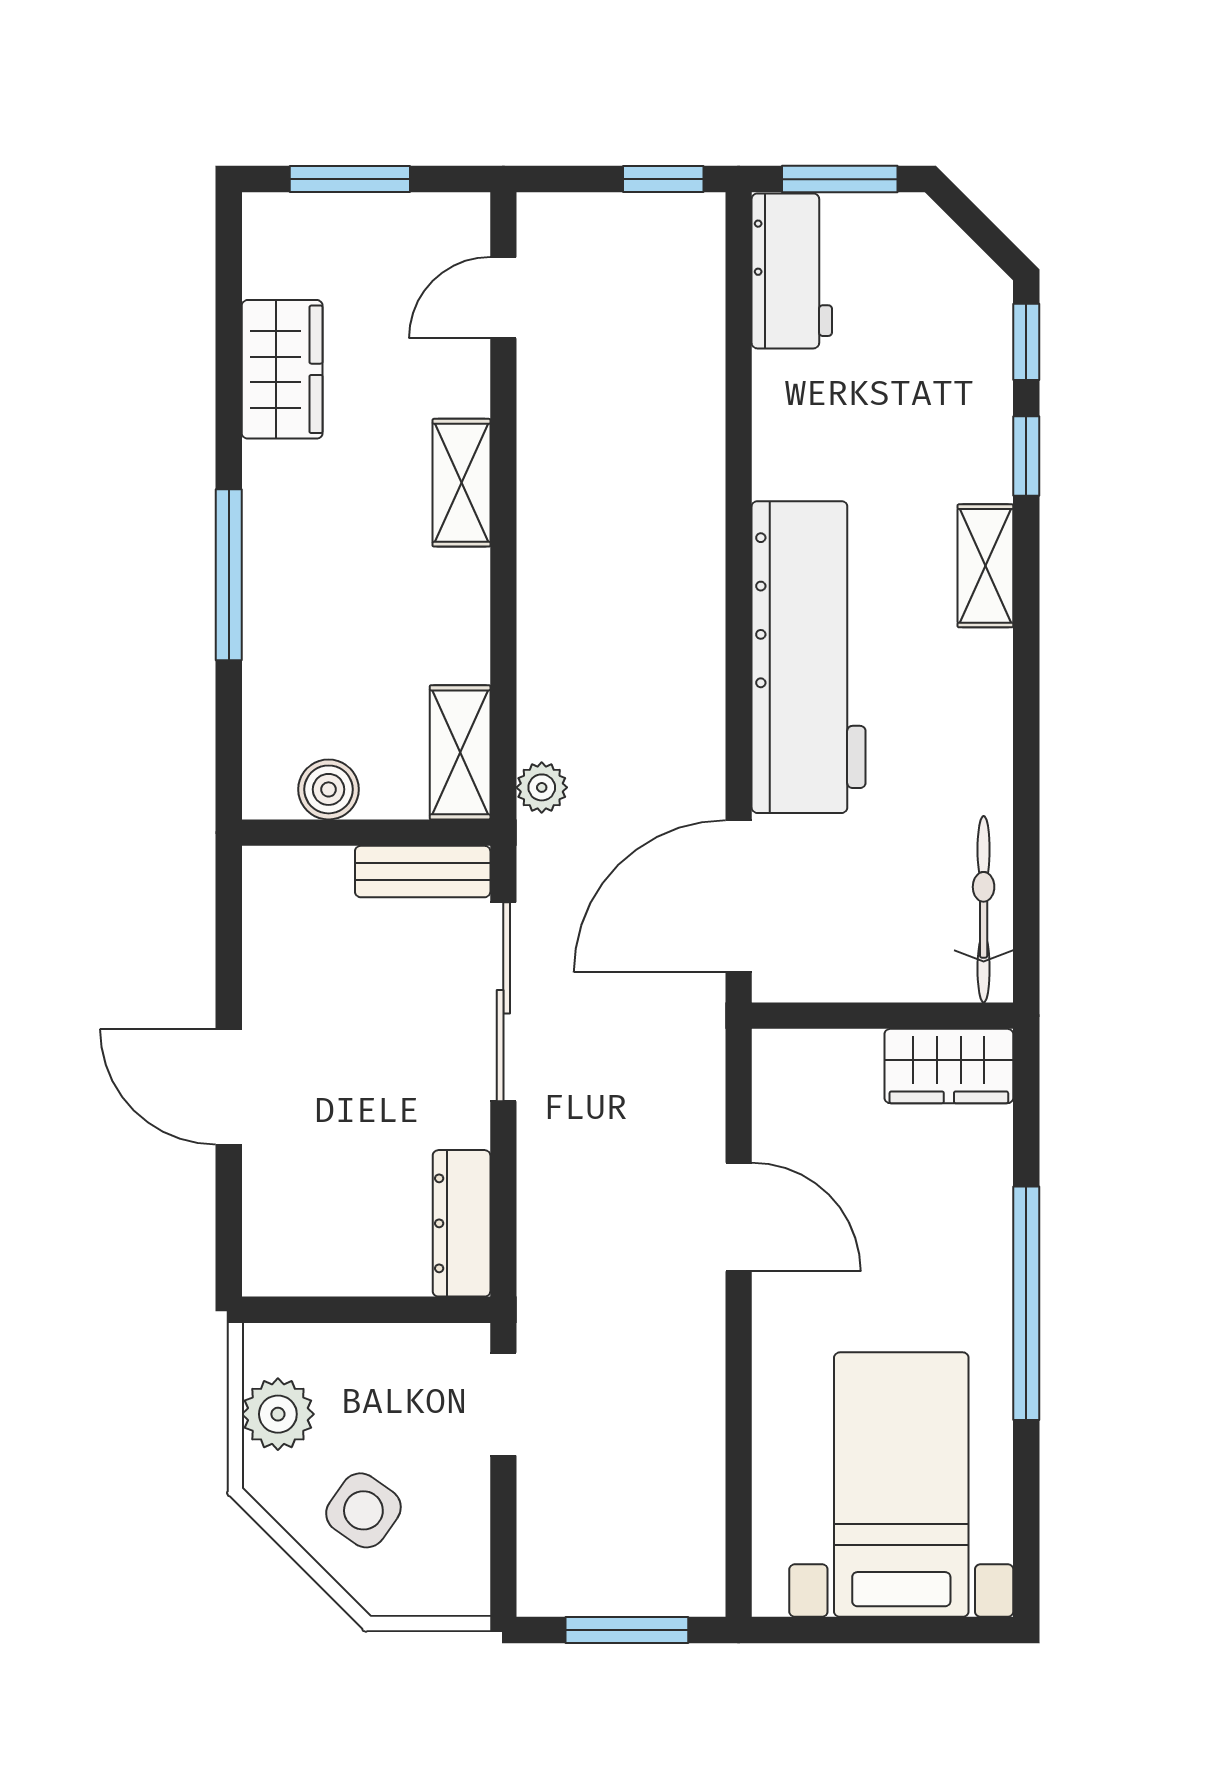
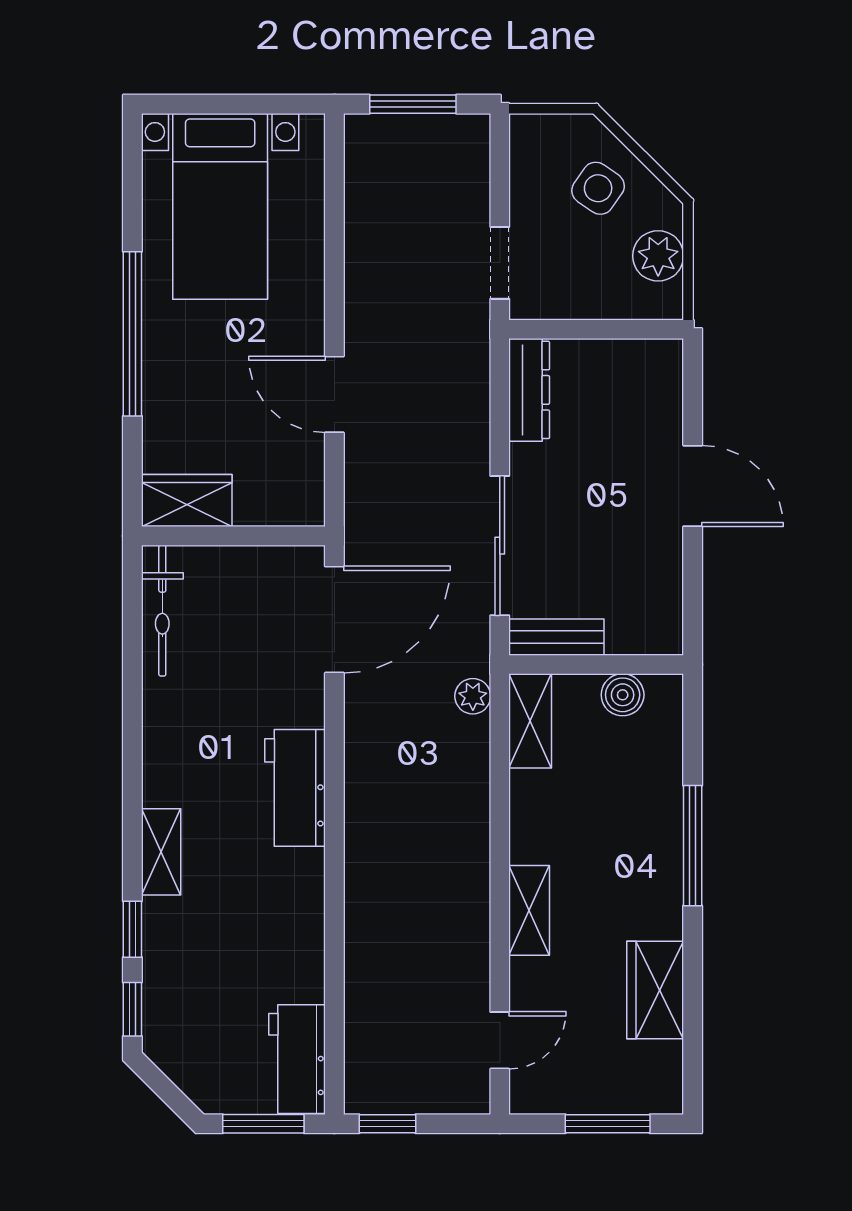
workbench: (809, 657) -> (295, 788), width x0.53, depth x0.76

